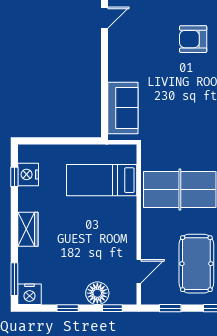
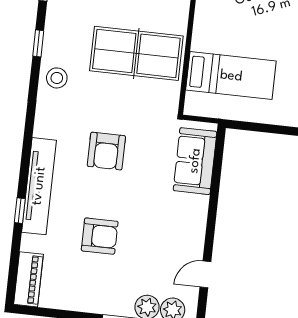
armchair: (195, 108) -> (106, 151), added

